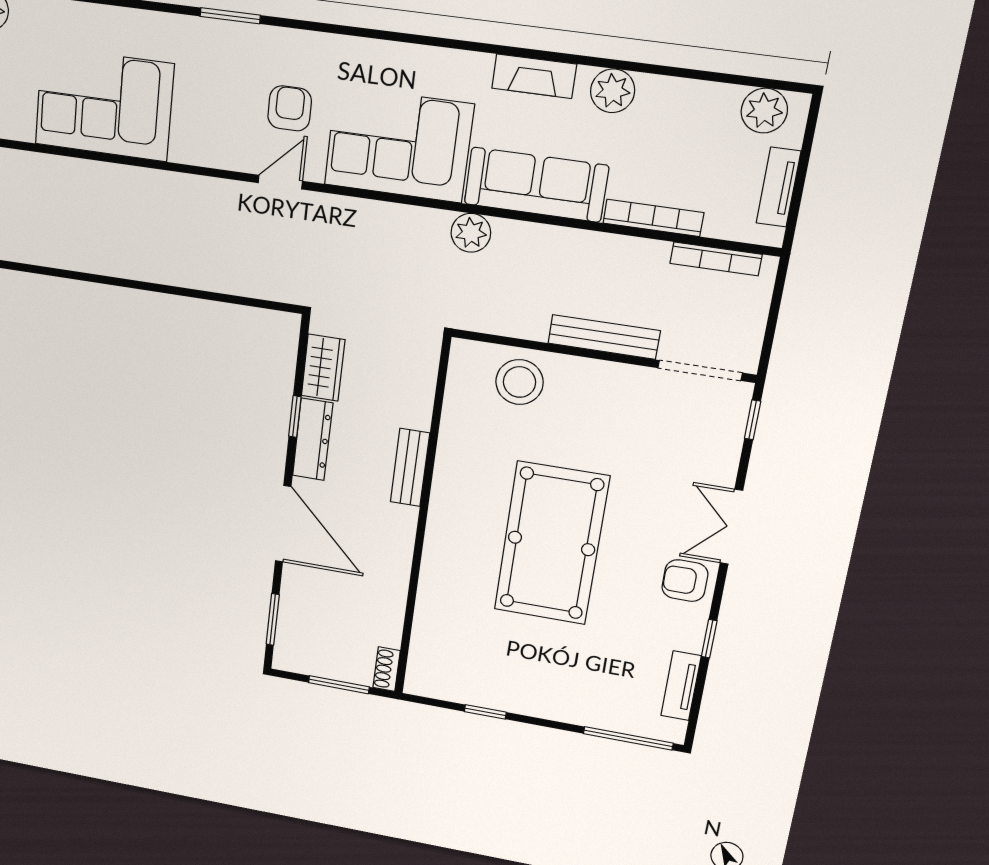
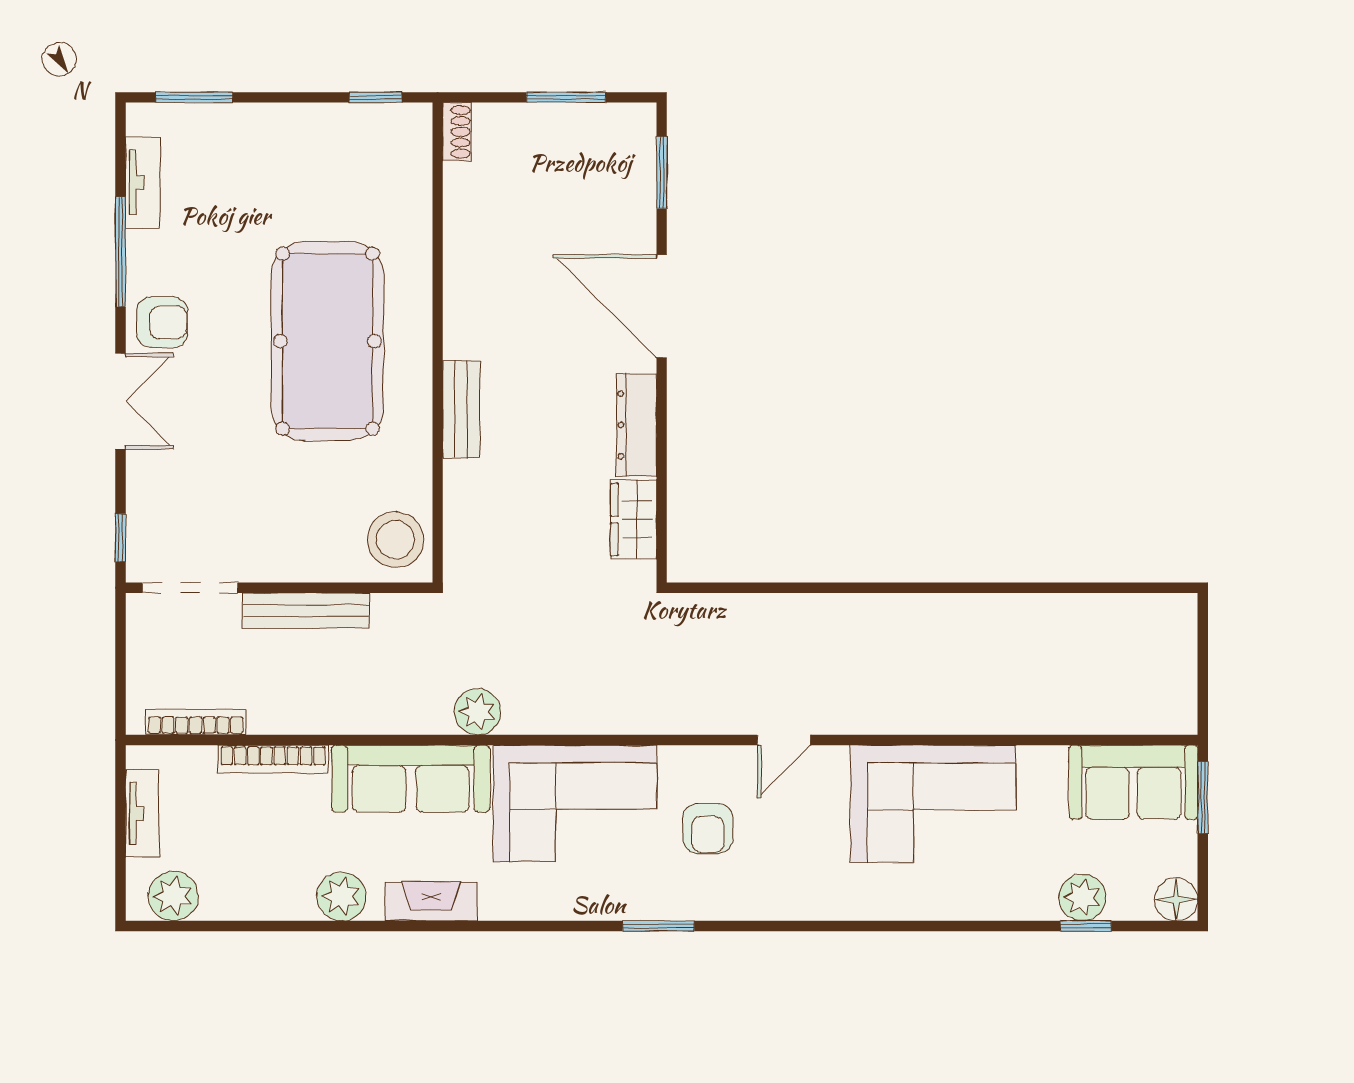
window: (230, 16) -> (658, 926), moved
door: (280, 182) -> (784, 740), moved
window: (295, 417) -> (662, 451), removed
bench: (410, 467) -> (461, 409), moved
wall: (422, 520) -> (438, 343), moved
window: (709, 639) -> (121, 252), width x2.17
shoe rack: (387, 669) -> (457, 132), moved
window: (628, 738) -> (194, 97), width x0.69

